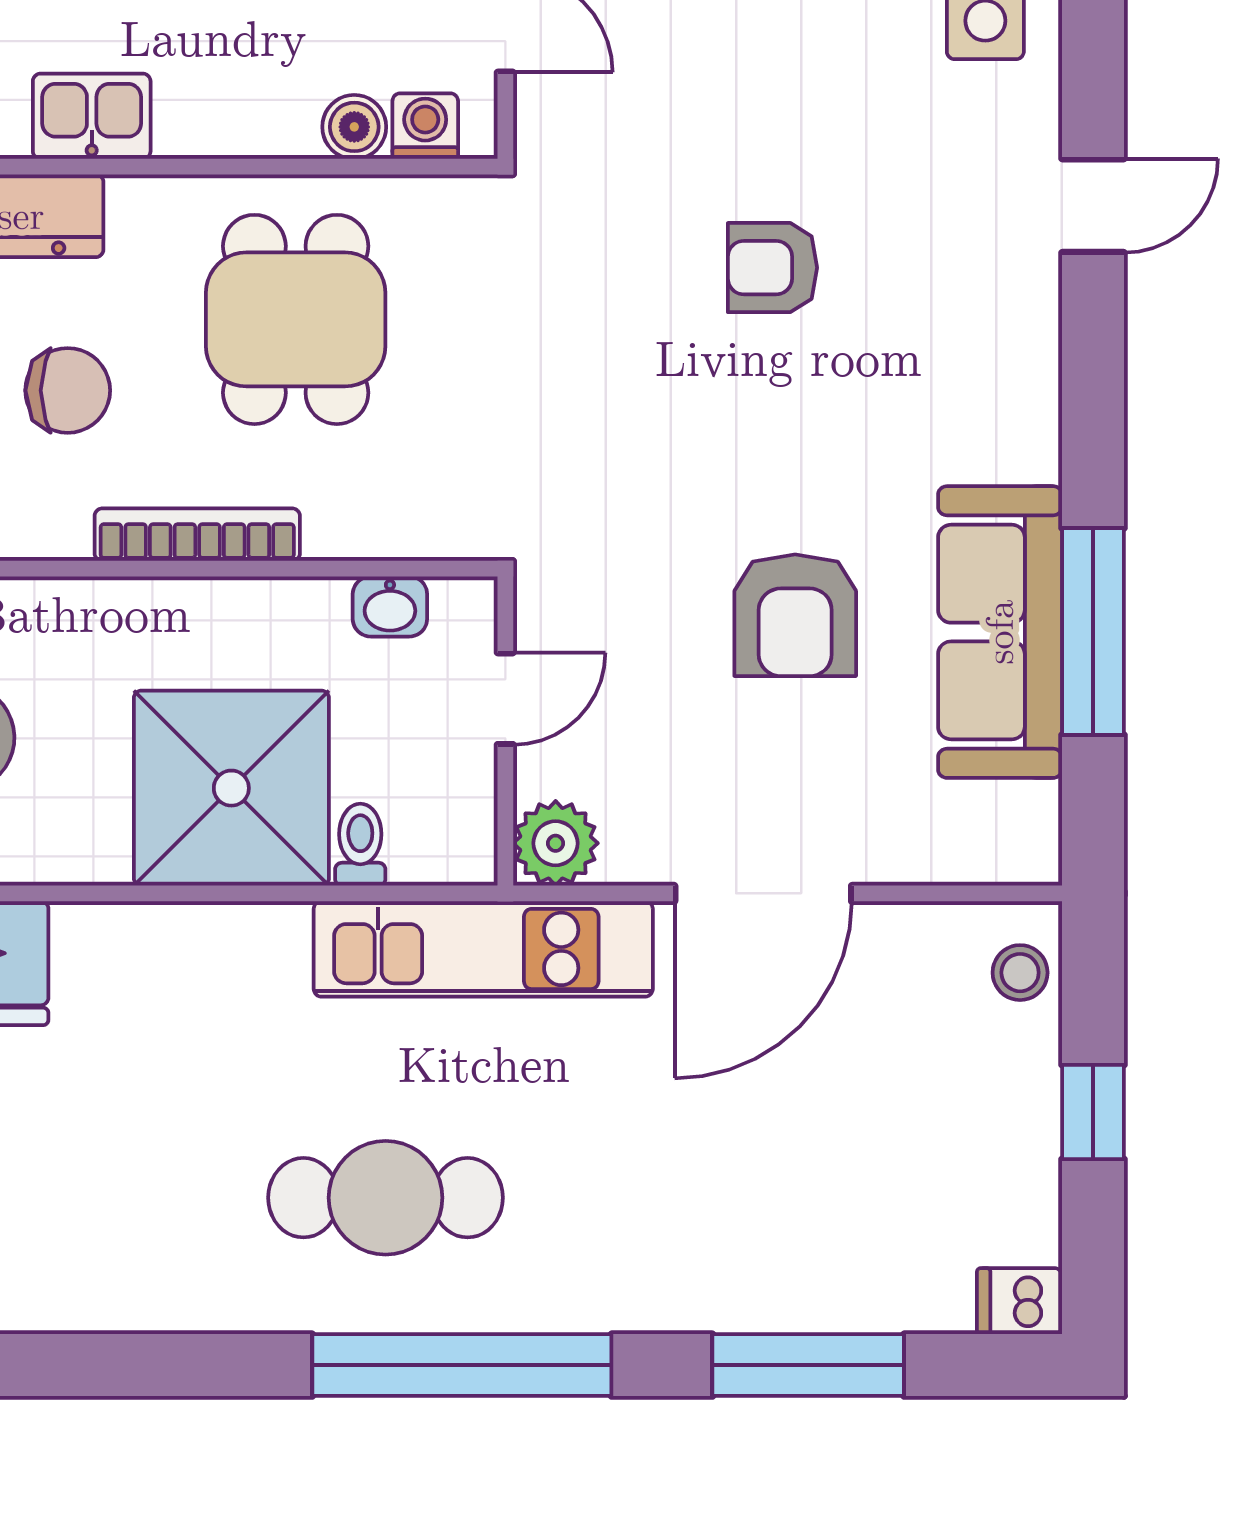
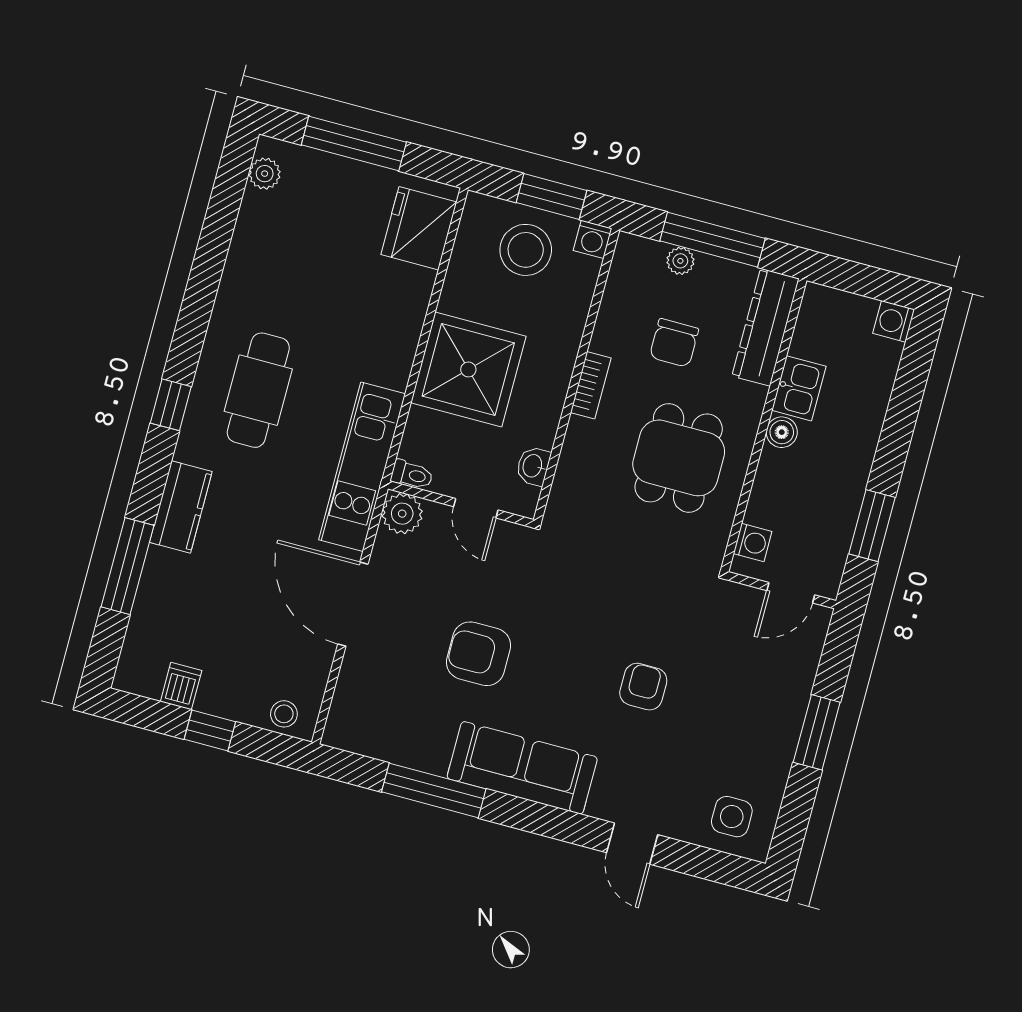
boiler: (354, 127) -> (782, 432), moved
dining table: (296, 319) -> (679, 458), turned 90
bookcase: (197, 535) -> (591, 385), width x0.64
sofa: (1000, 632) -> (522, 768), moved
toilet: (360, 845) -> (412, 475), moved
kitchen counter: (661, 1290) -> (181, 507), added
dishwasher: (1019, 1301) -> (181, 686), moved
window: (462, 1365) -> (171, 405), width x0.32

